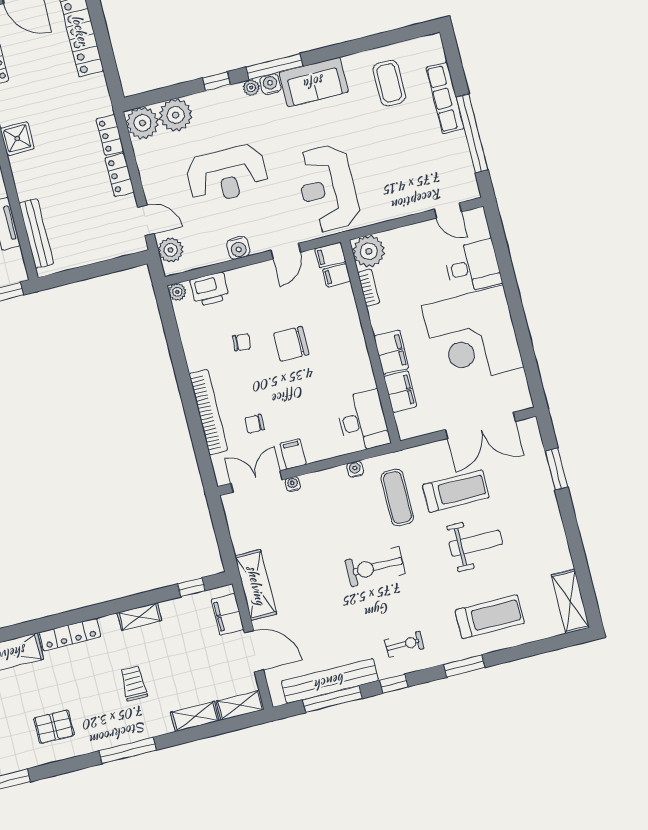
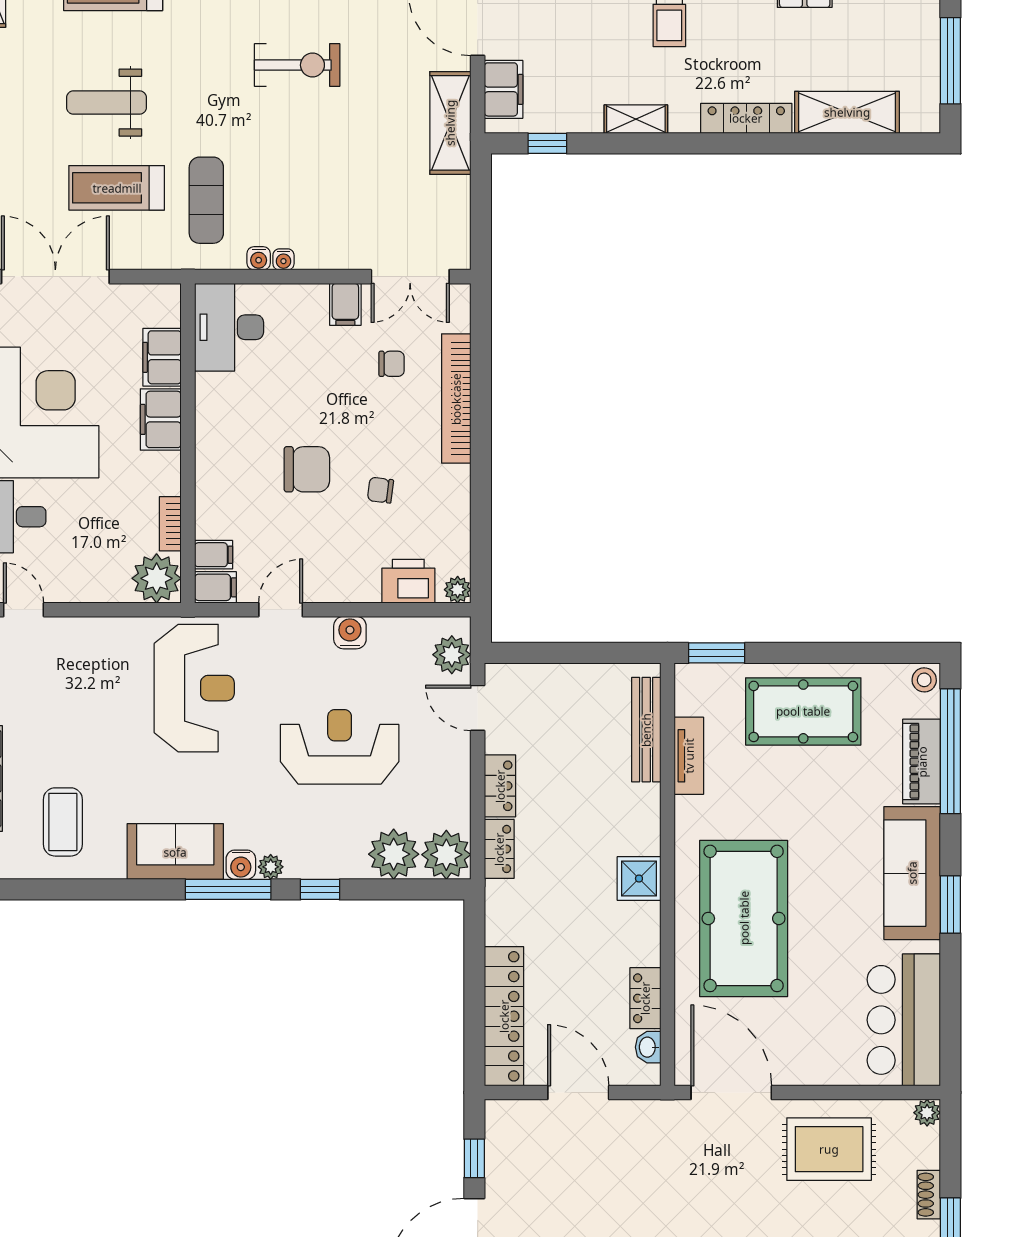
water cooler: (293, 484) -> (283, 259), moved
exercise bike: (375, 567) -> (297, 65), moved

